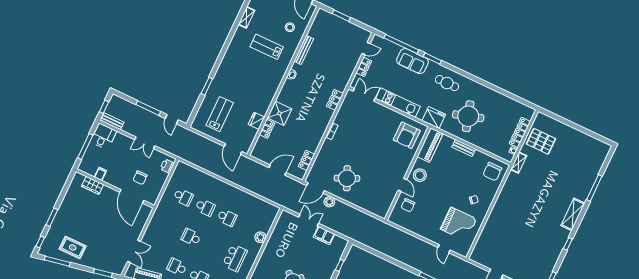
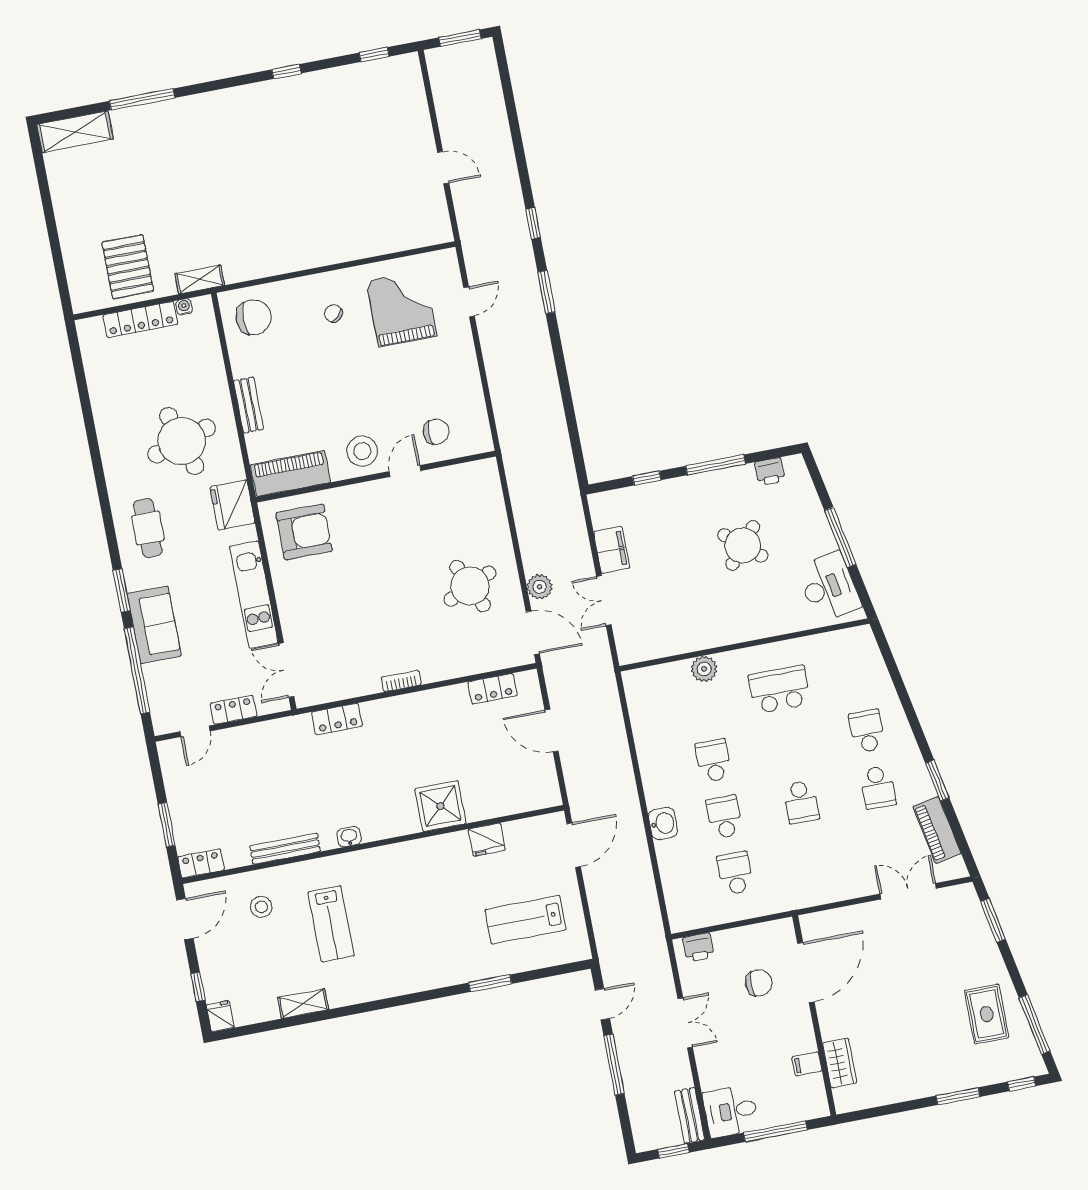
door: (366, 48) -> (195, 731), swing flipped
locker: (267, 129) -> (201, 863), moved
washbasin: (218, 185) -> (663, 823), added
shelving: (573, 214) -> (75, 132), moved

